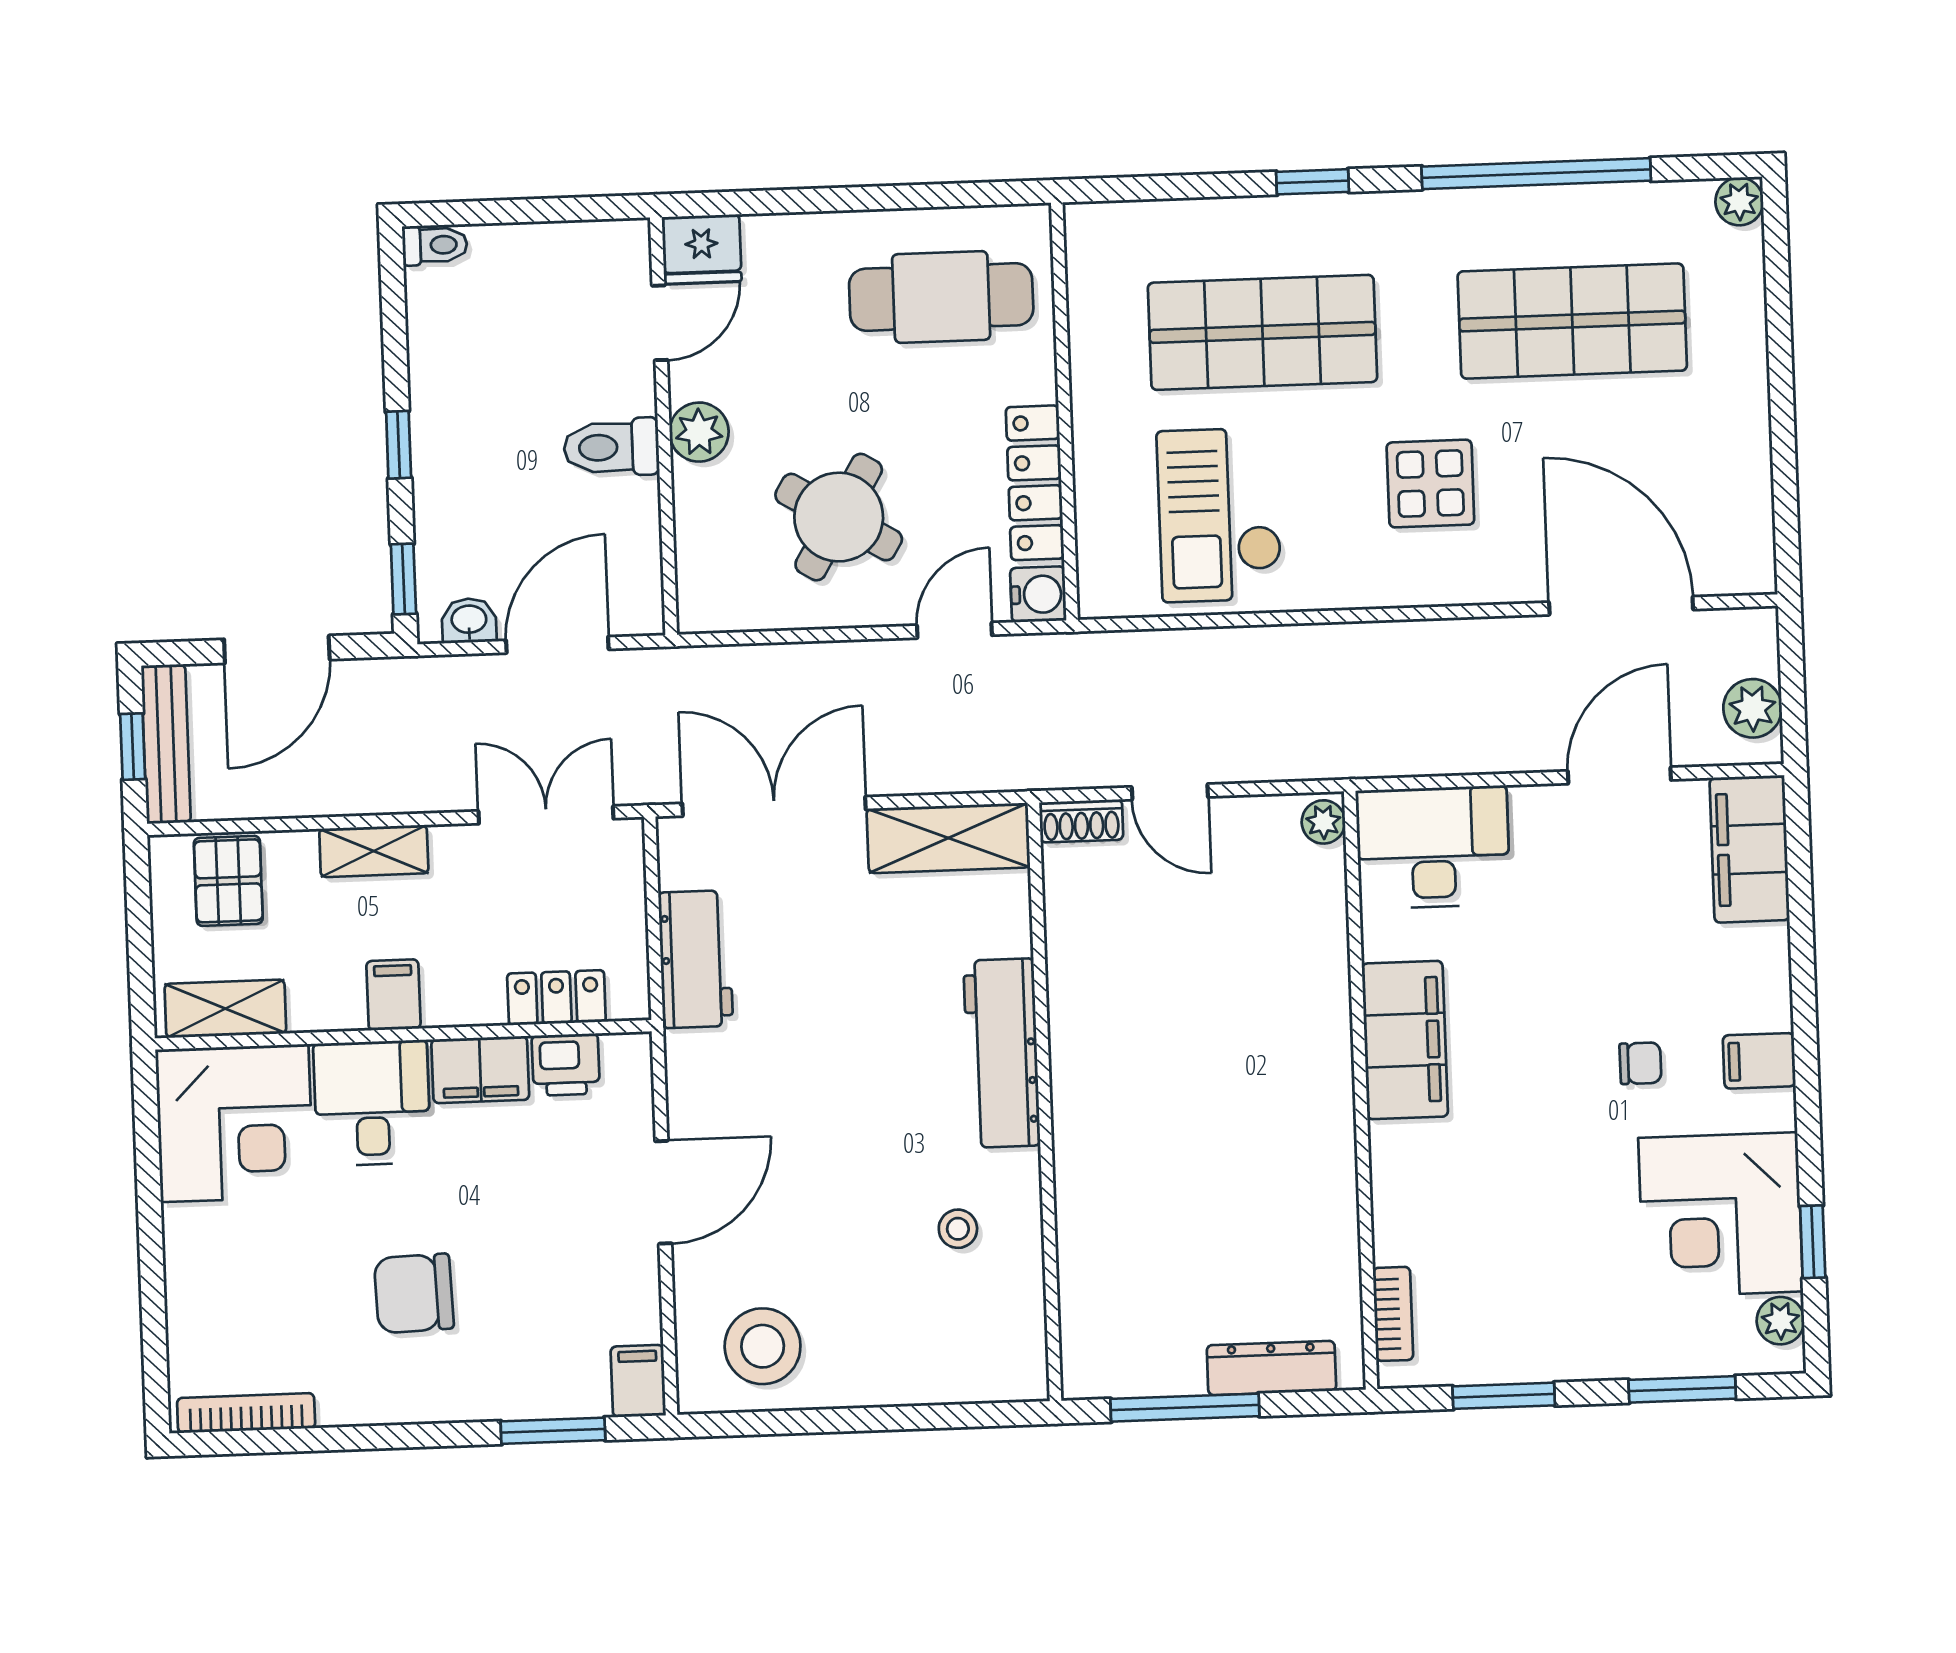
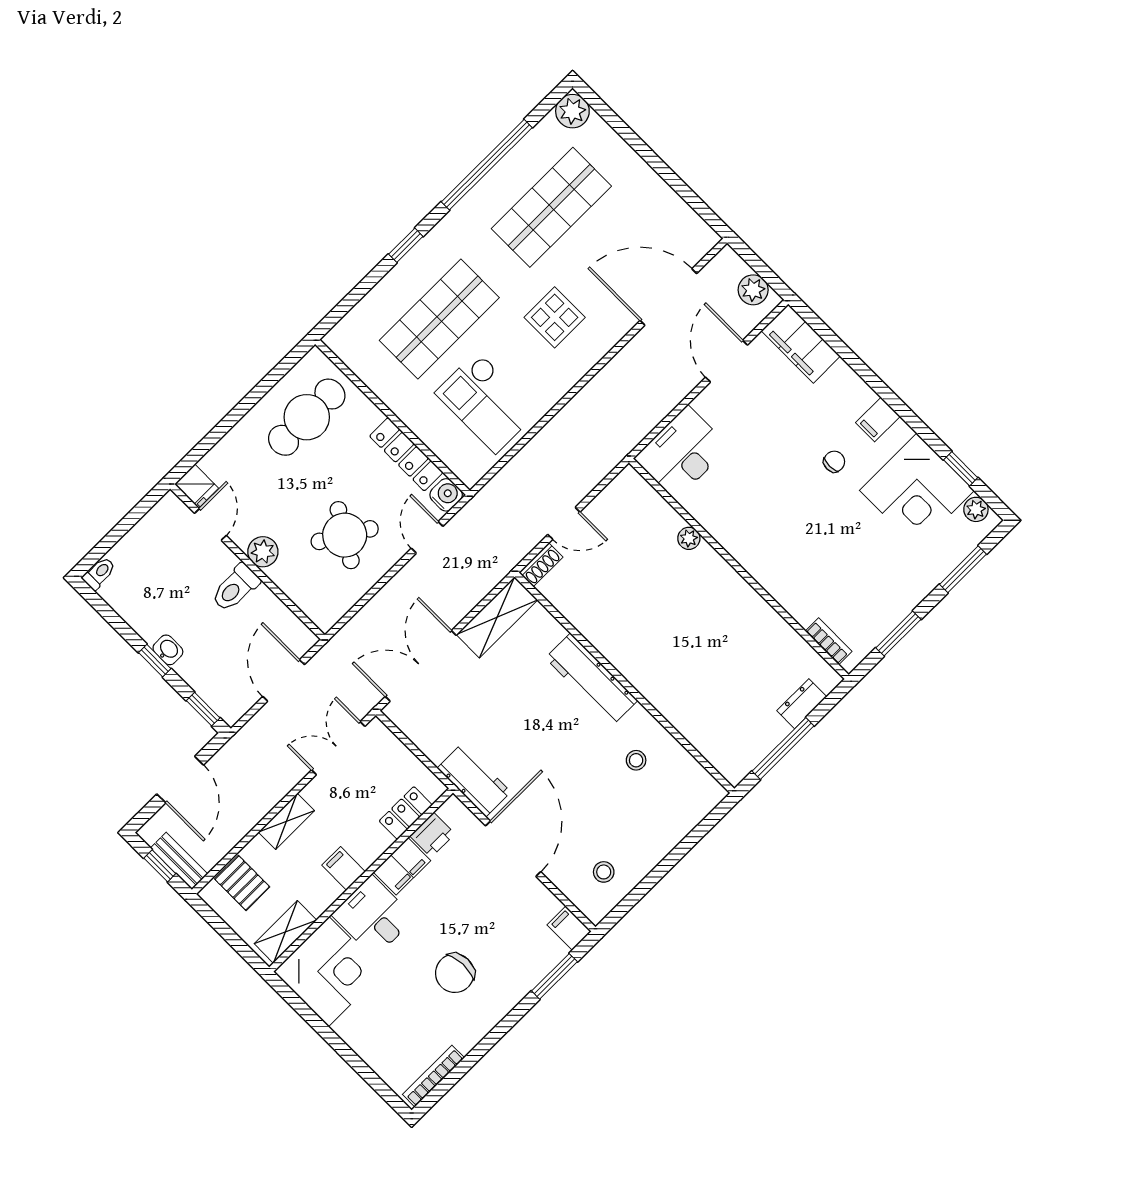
plant: (1739, 201) -> (572, 111), width x1.38, depth x1.38
fridge: (702, 249) -> (196, 486), width x0.72
washbasin: (469, 621) -> (168, 650), moved, turned 90
bench: (166, 744) -> (179, 861), width x0.73
plant: (1323, 822) -> (689, 538), moved
workbench: (696, 959) -> (474, 780), moved
filing cabinet: (1405, 1040) -> (738, 535), removed
door: (663, 1192) -> (513, 849), width x1.36
stool: (763, 1346) -> (604, 872), width x0.53, depth x0.53
dresser: (1271, 1368) -> (802, 704), width x0.70

